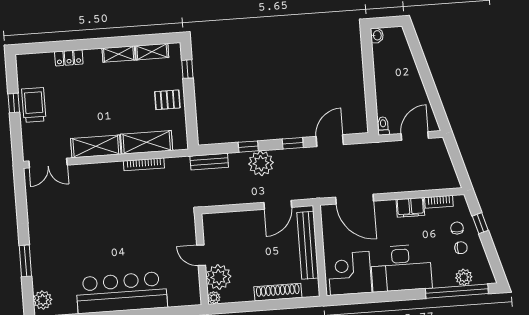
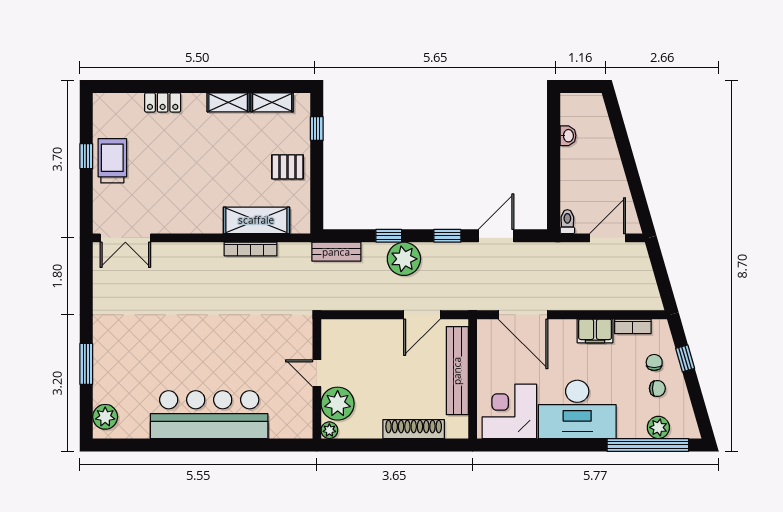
washbasin: (377, 35) -> (568, 136), moved
shelving: (96, 146) -> (189, 221), removed

